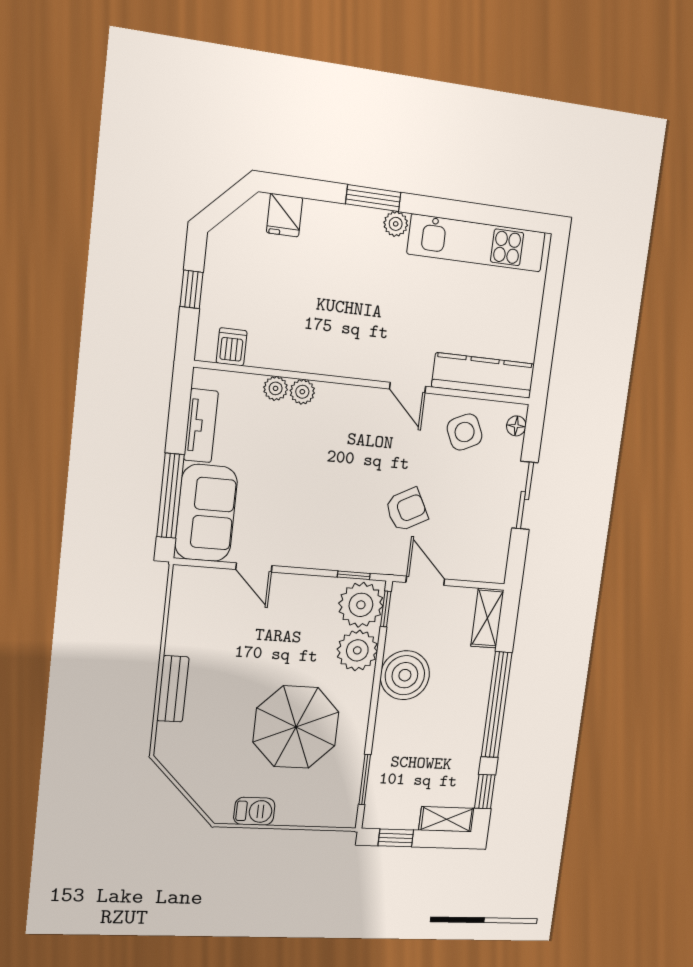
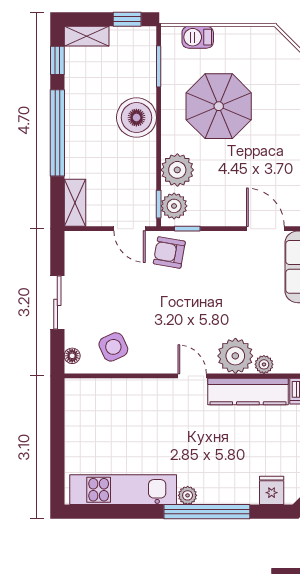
window: (373, 198) -> (207, 512), width x2.11
kitchen counter: (483, 375) -> (248, 392), moved
door: (408, 388) -> (192, 376), moved
plant: (302, 392) -> (235, 356), width x1.87, depth x1.87
armchair: (407, 510) -> (169, 252), moved, turned 38
door: (254, 567) -> (265, 229), width x1.38
plant: (361, 605) -> (174, 206), width x0.73, depth x0.73
boiler: (405, 675) -> (136, 118), moved
barbecue: (254, 811) -> (198, 37), moved

